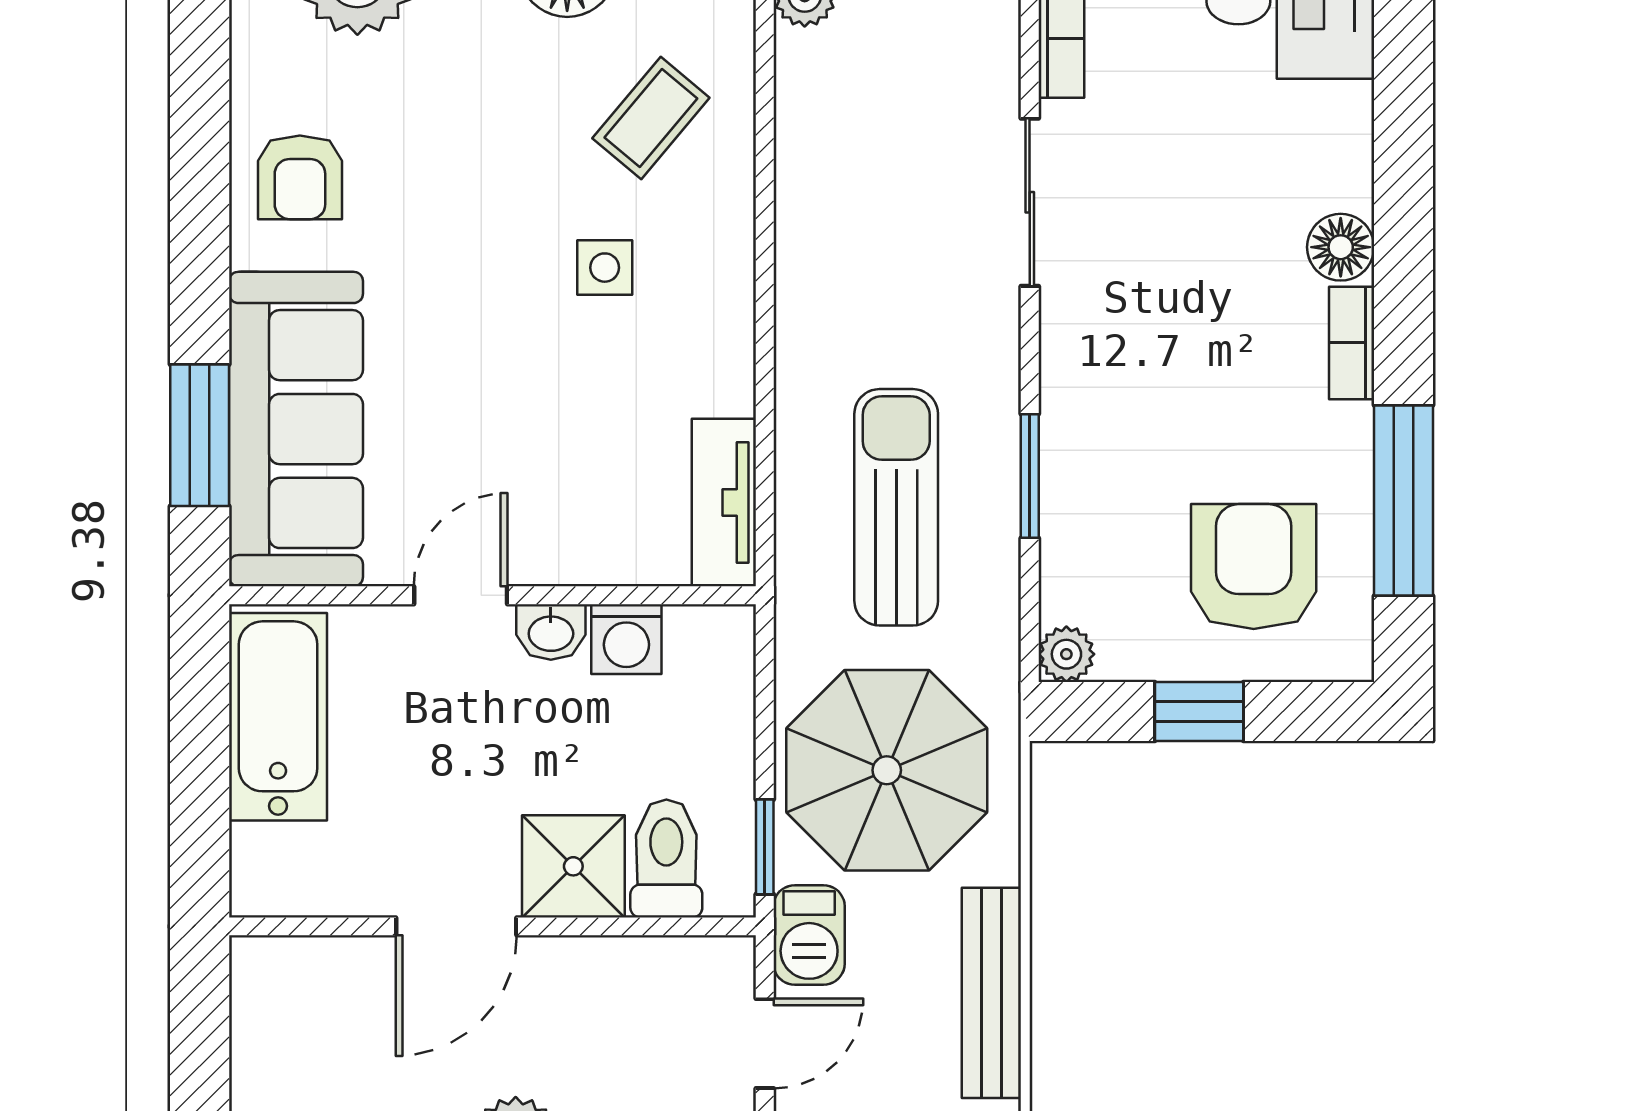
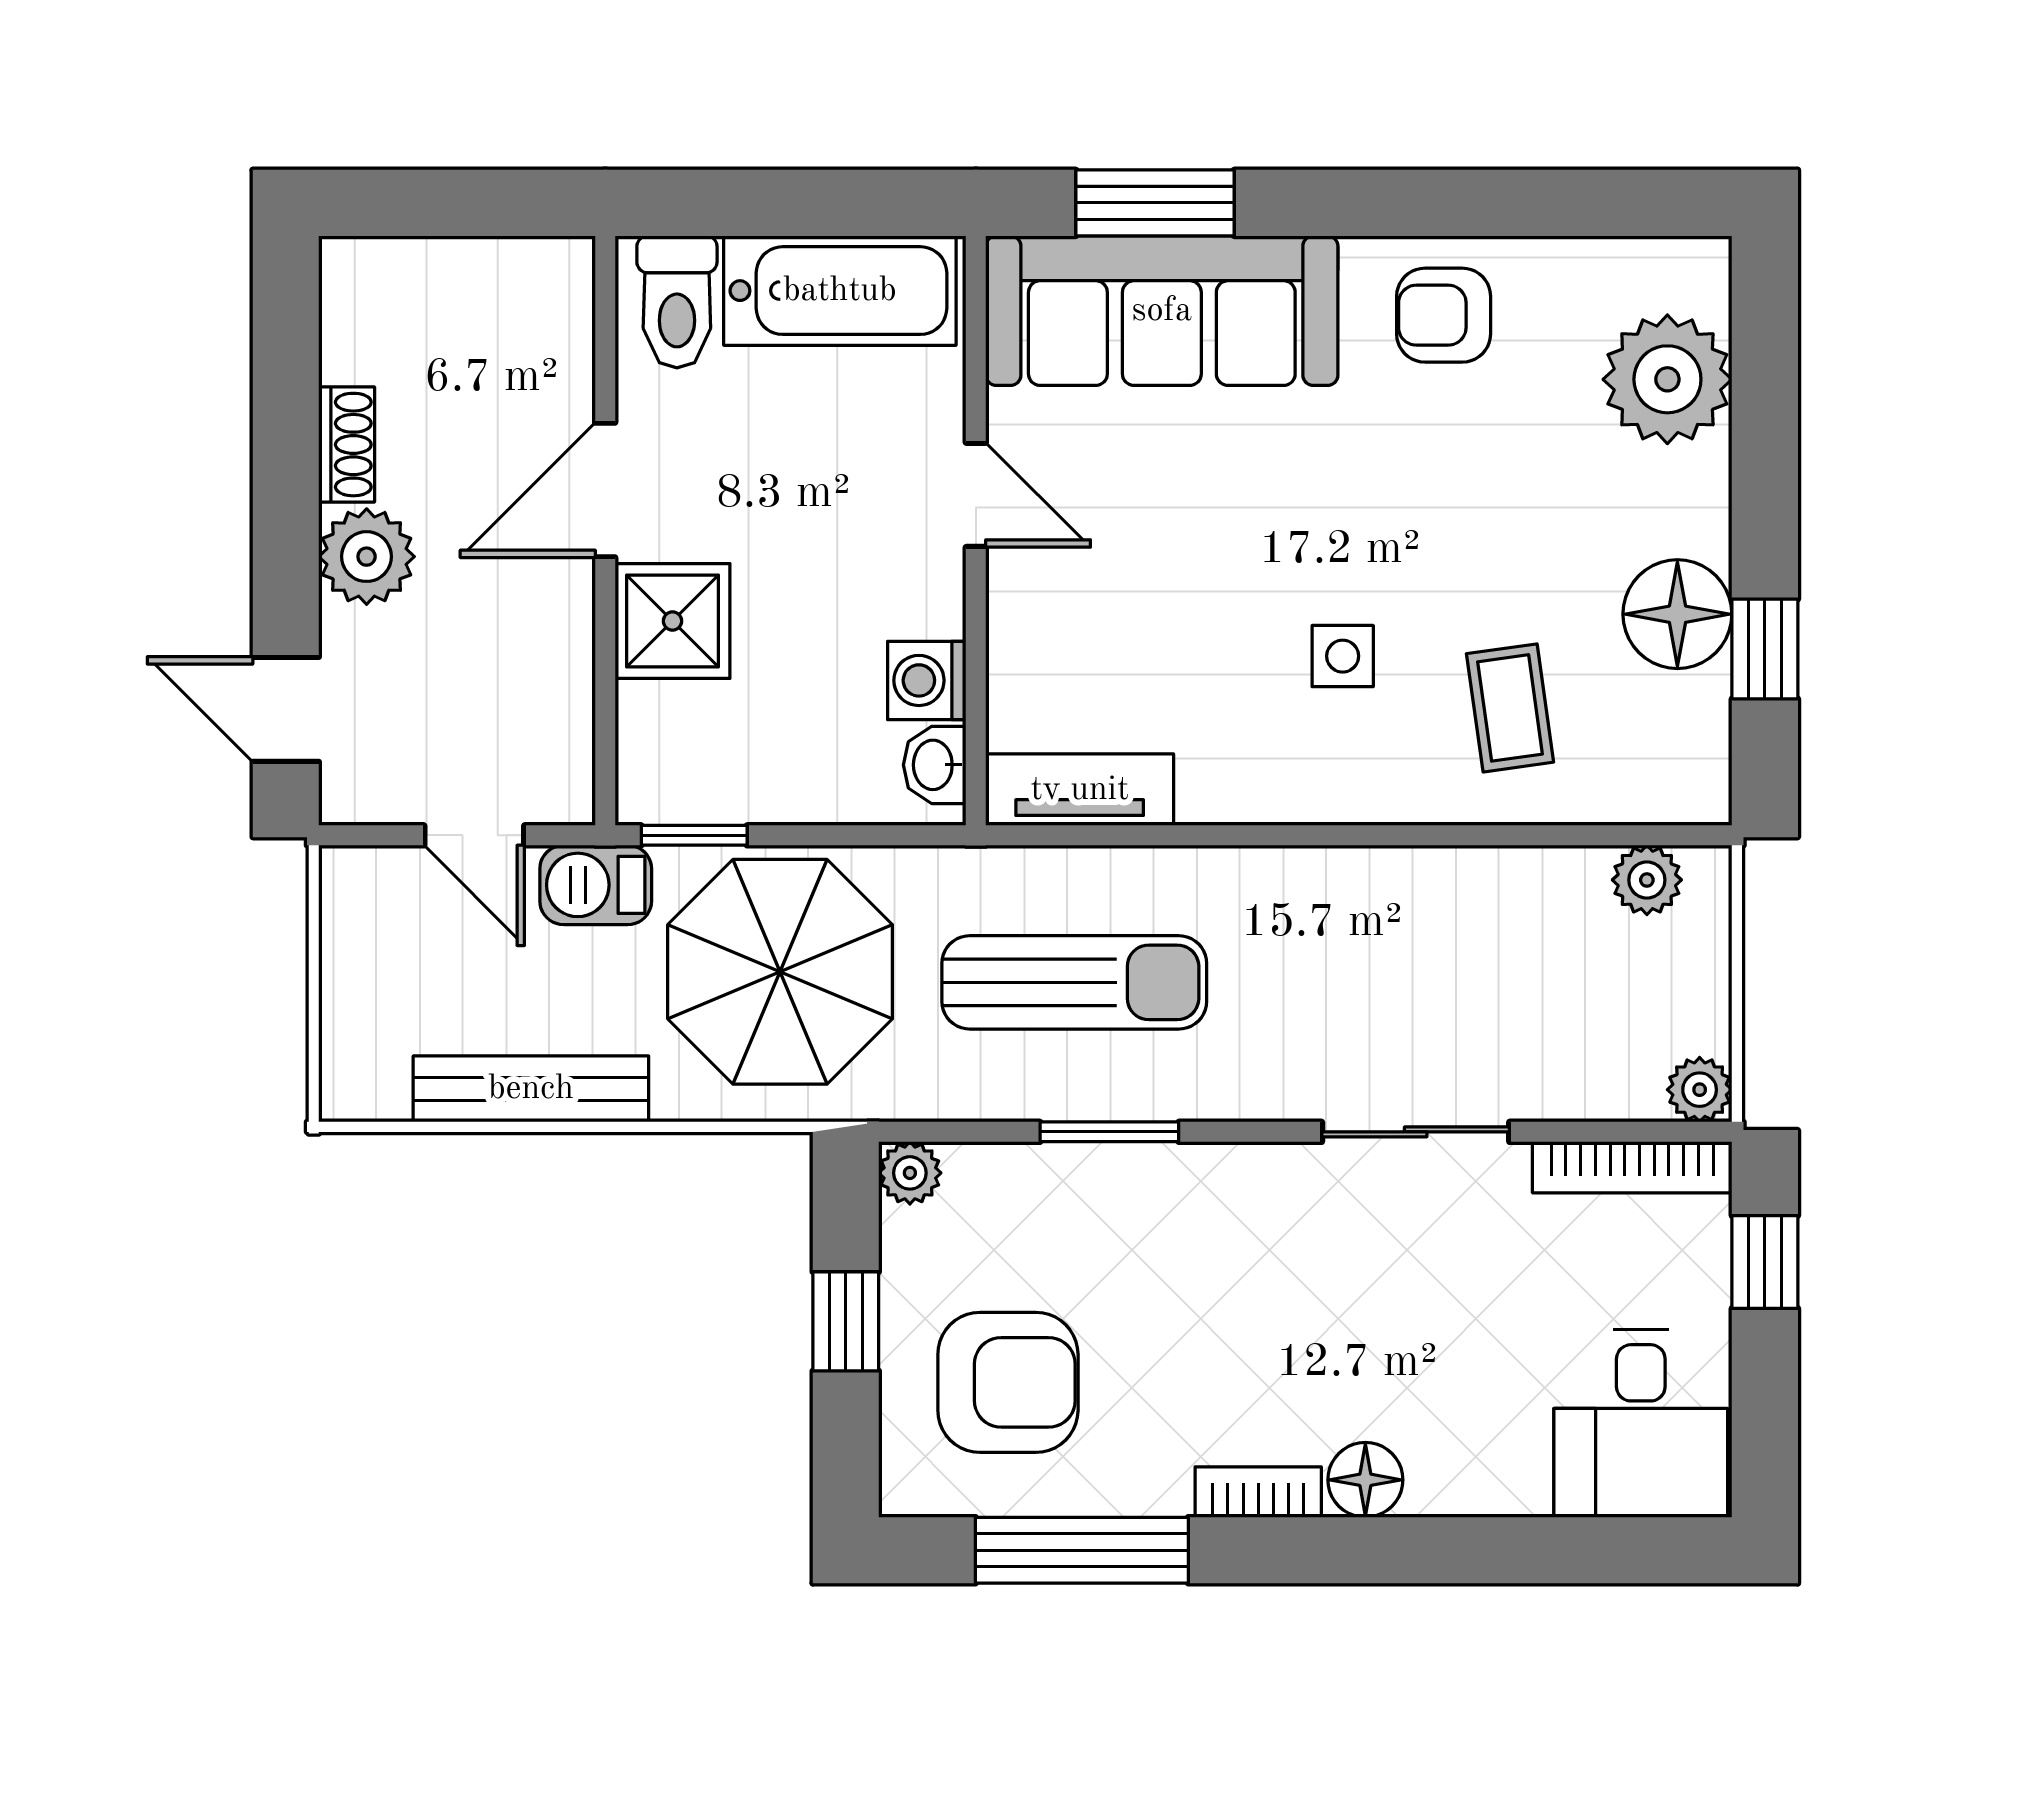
coffee table: (651, 118) -> (1510, 708), turned 42
washbasin: (551, 632) -> (935, 765), moved
toilet: (666, 859) -> (677, 302), moved, turned 90
door: (456, 926) -> (605, 490), hinge flipped

